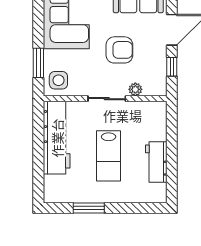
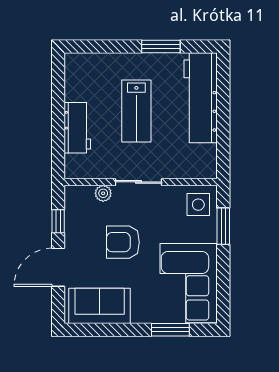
workbench: (57, 138) -> (201, 98), moved
lab bench: (109, 156) -> (136, 111), turned 180
workbench: (156, 162) -> (77, 128), moved

